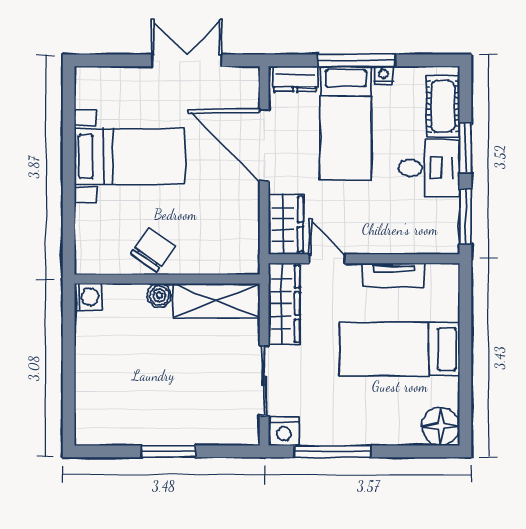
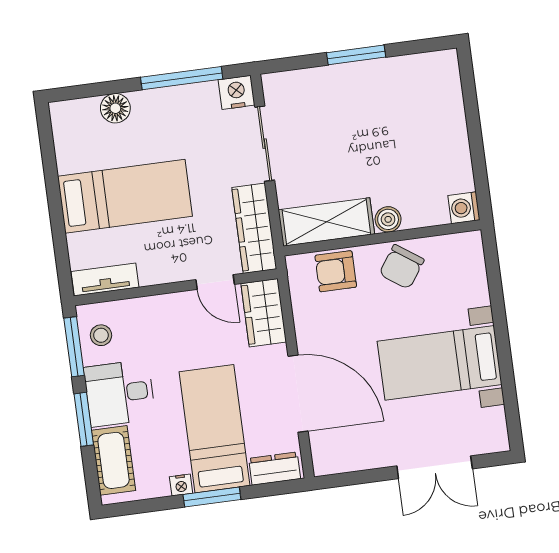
double door: (187, 60) -> (435, 467), moved
window: (356, 60) -> (212, 497), width x0.69
stool: (439, 224) -> (101, 335), added
armchair: (214, 254) -> (336, 271), added
tv unit: (394, 275) -> (105, 279), moved
floor lamp: (441, 427) -> (115, 108), moved, width x0.73, depth x0.73

